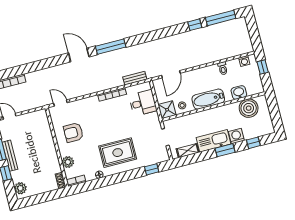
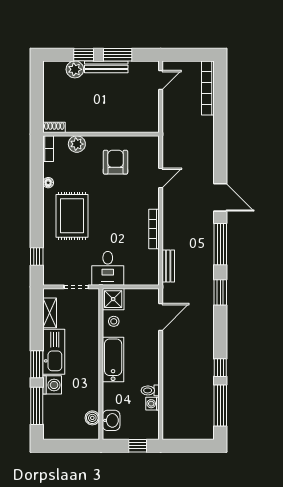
window: (143, 38) -> (220, 292), added
door: (79, 55) -> (220, 197), hinge flipped
washing machine: (244, 61) -> (153, 404), moved
door: (171, 74) -> (161, 317), swing flipped
washbasin: (239, 93) -> (111, 420), moved
door: (60, 103) -> (161, 178), moved
desk: (143, 103) -> (108, 268), moved
boiler: (249, 108) -> (92, 418), width x0.54, depth x0.54
window: (253, 143) -> (37, 406), width x2.17
plant: (20, 188) -> (75, 69), moved

